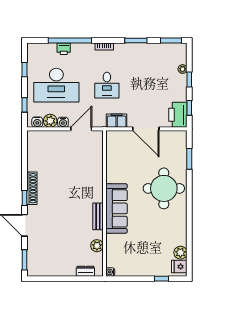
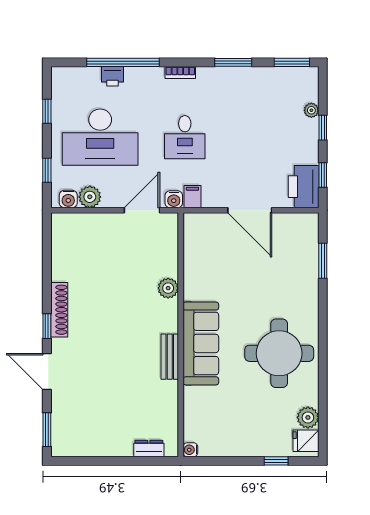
filing cabinet: (117, 121) -> (192, 197), width x0.50
water cooler: (63, 122) -> (174, 199), moved
round table: (164, 188) -> (279, 353), moved
plant: (97, 246) -> (168, 288), moved

